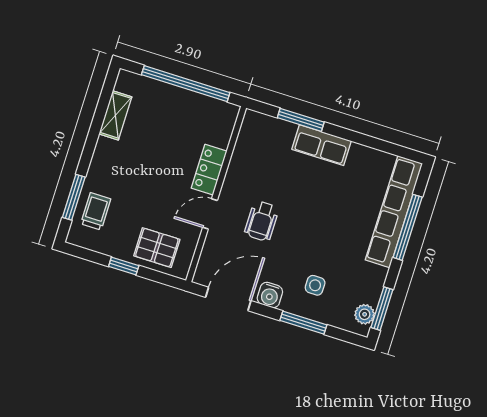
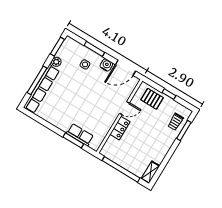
shelving: (115, 115) -> (150, 172), moved
row of seats: (322, 145) -> (80, 135), moved
wheelchair: (262, 221) -> (102, 99), removed
plant: (365, 314) -> (56, 62), moved

